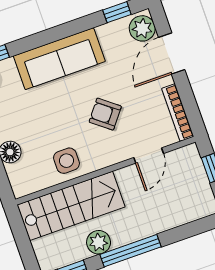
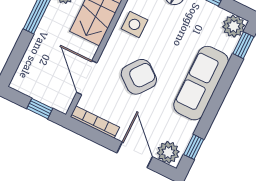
armchair: (105, 114) -> (139, 77), width x1.38, depth x1.38
door: (149, 156) -> (87, 78), width x1.37

